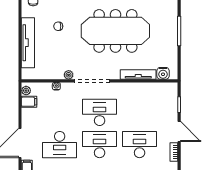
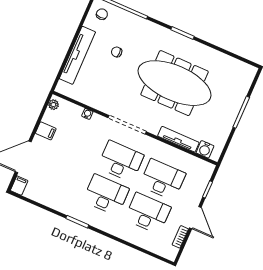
plant: (69, 75) -> (105, 108), removed
filing cabinet: (29, 102) -> (46, 131), moved
desk: (60, 145) -> (162, 179), moved, turned 180

